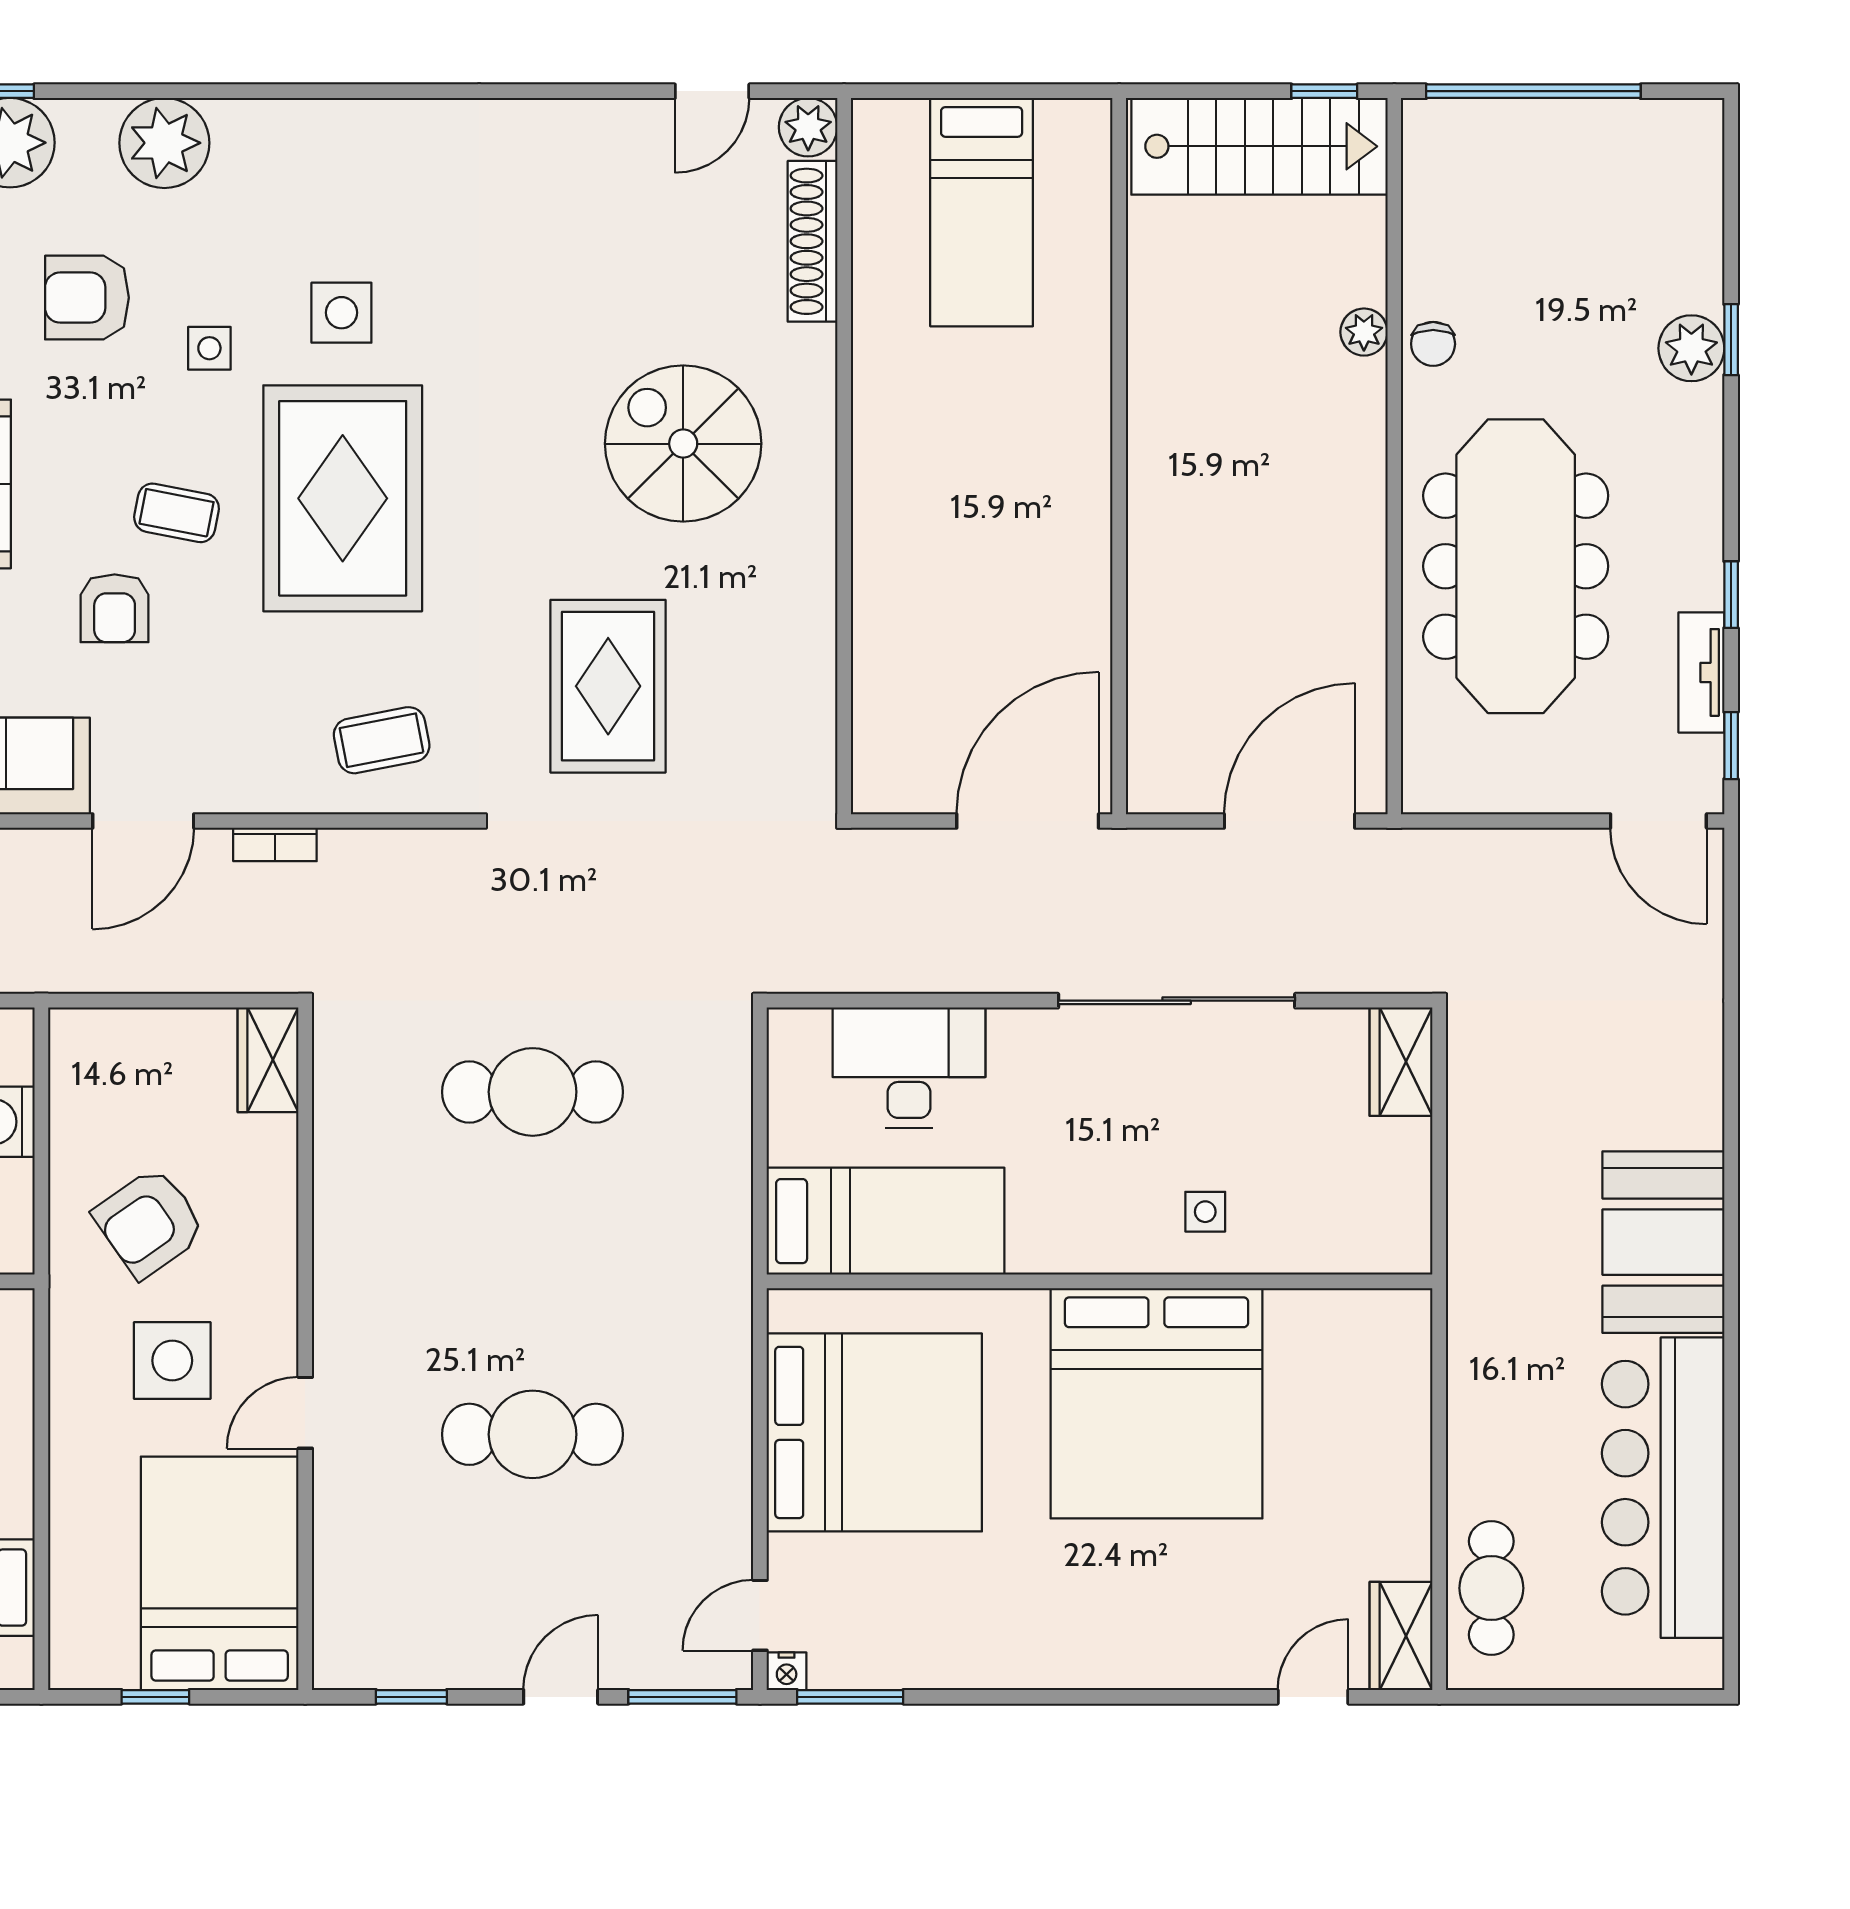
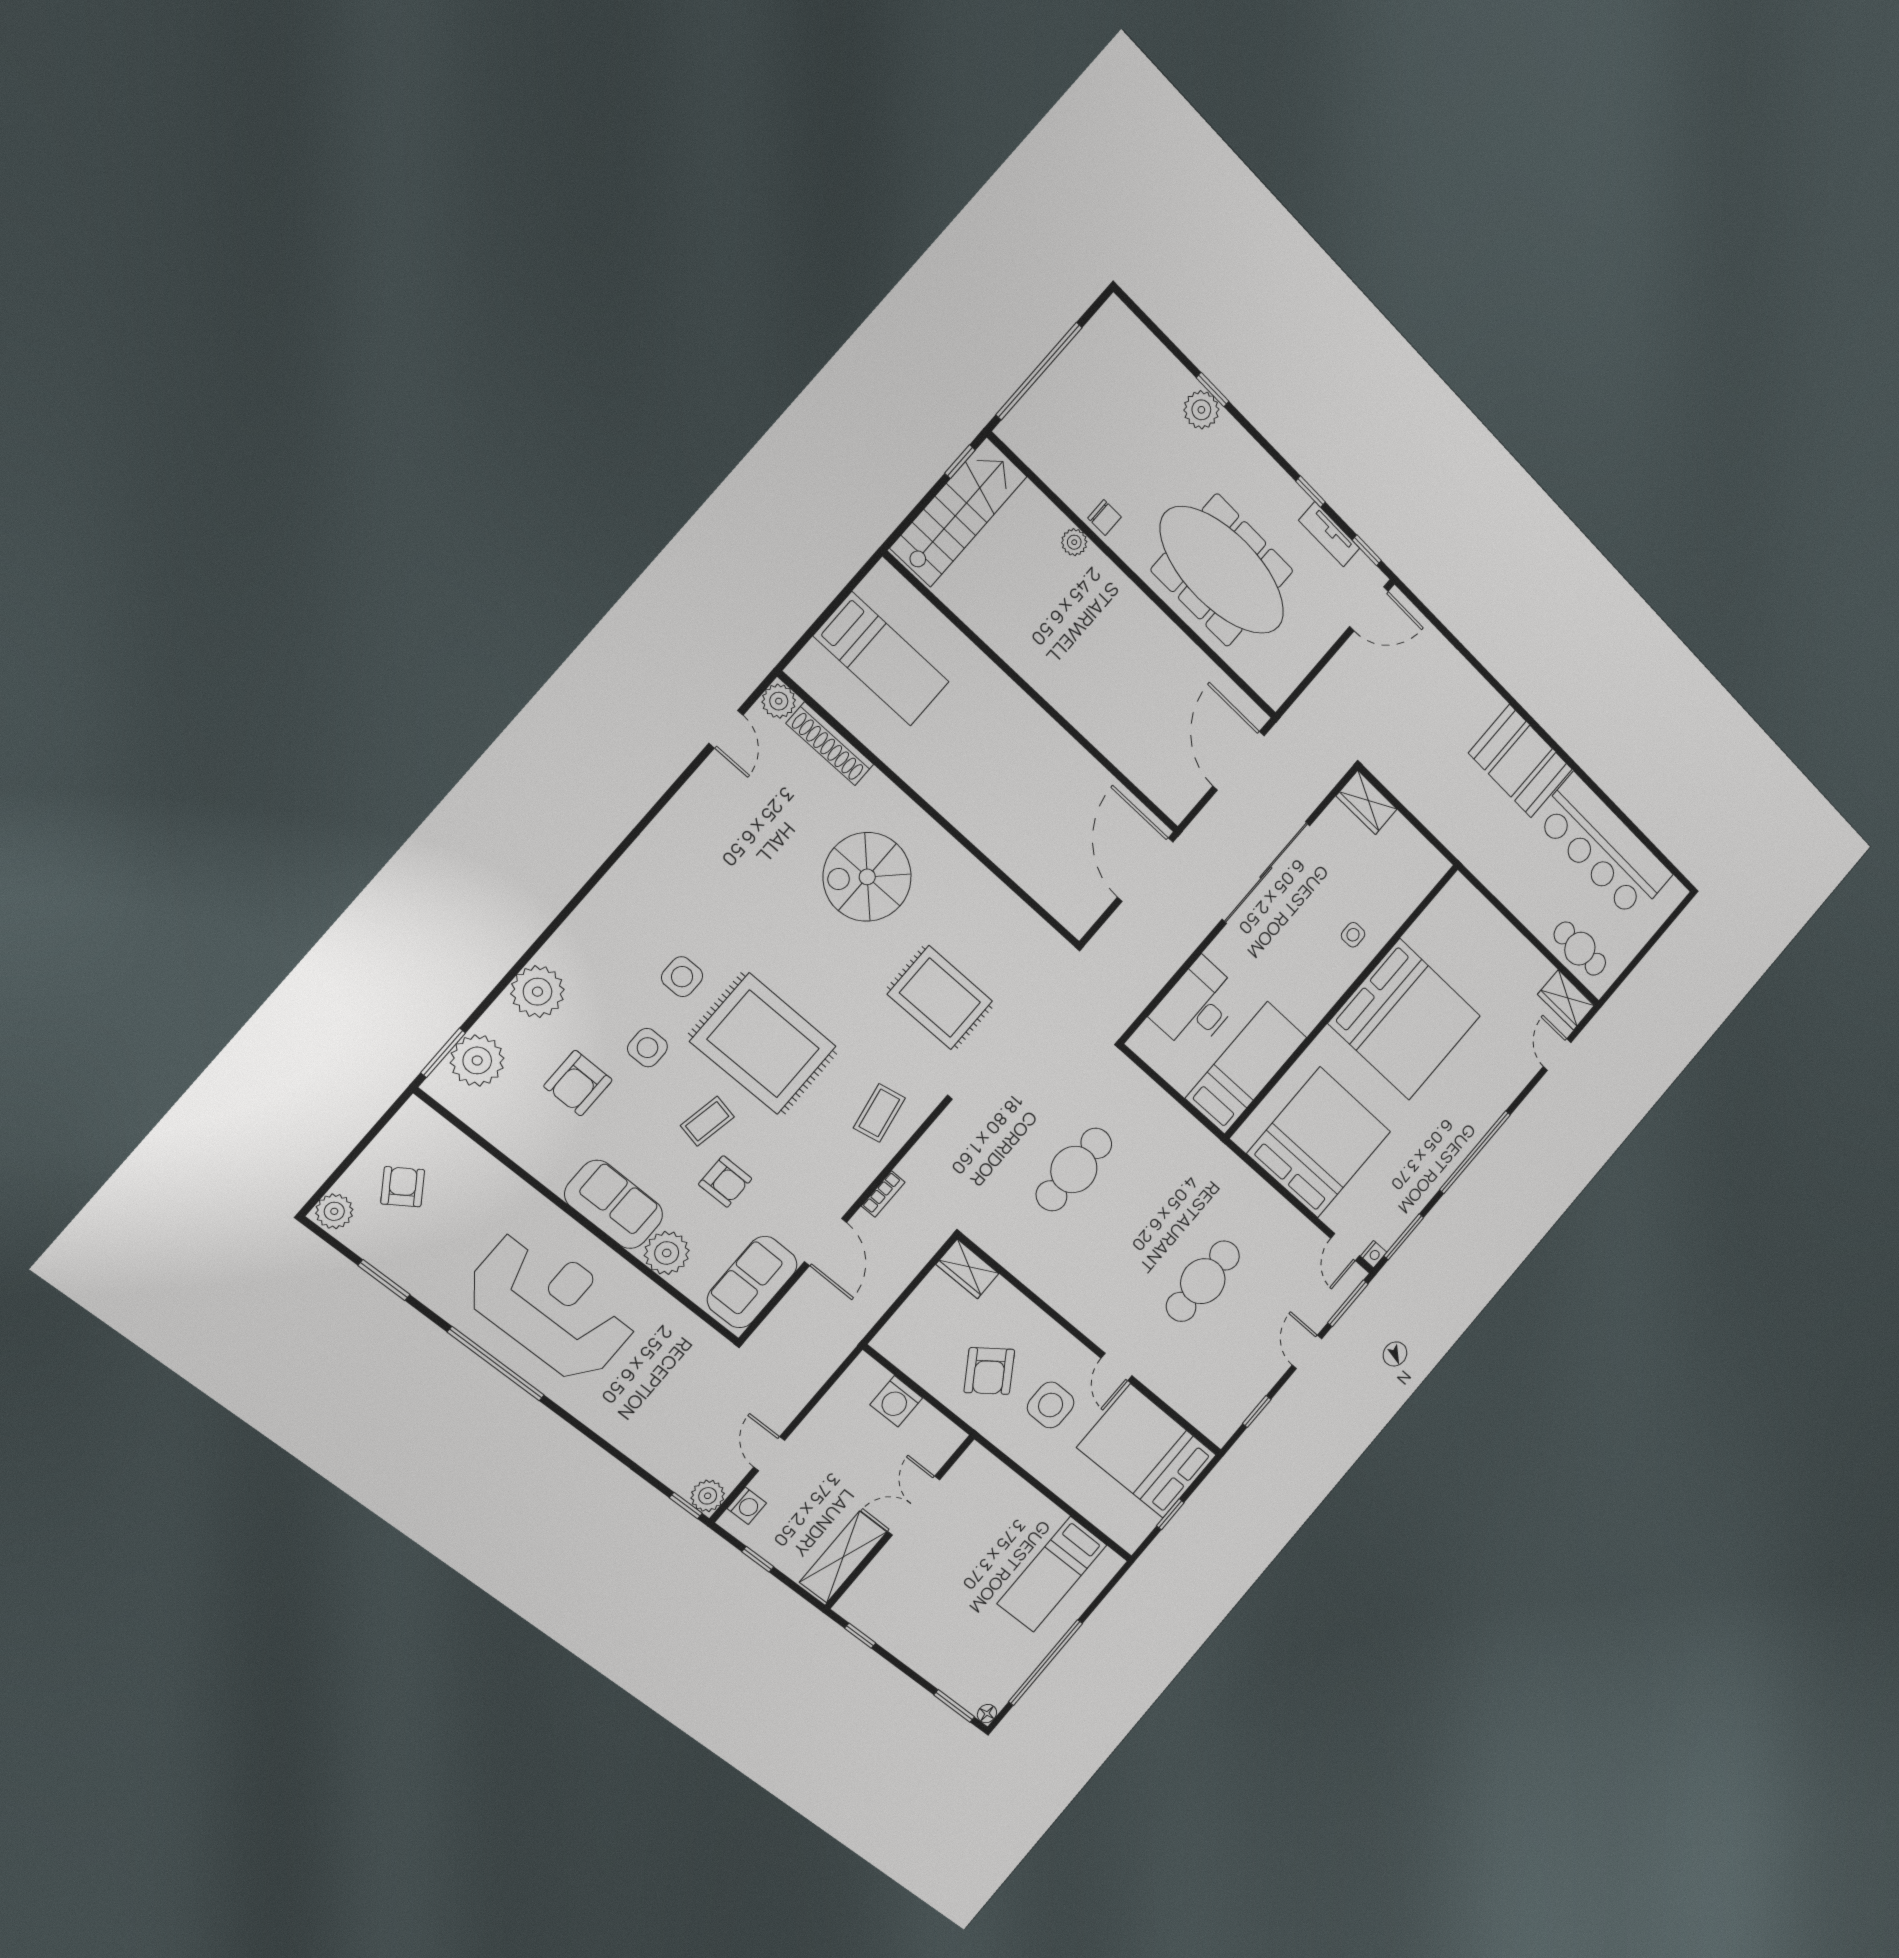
side table: (209, 348) -> (647, 1048), width x1.37, depth x1.37
window: (1064, 1697) -> (1475, 1152), added

